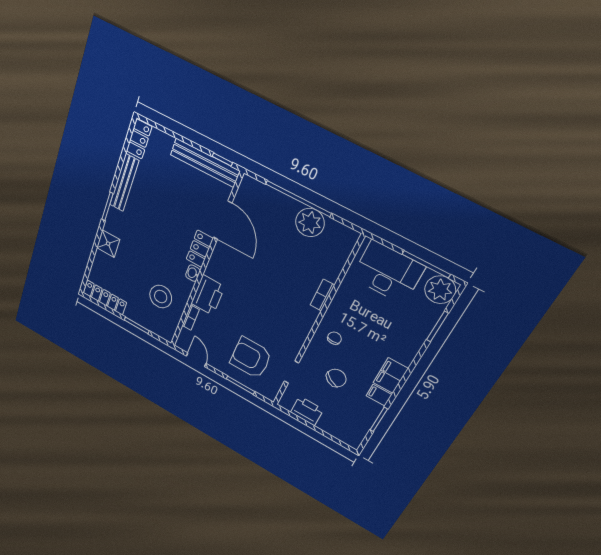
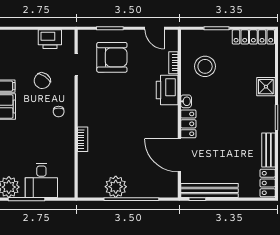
bench: (124, 183) -> (268, 150), width x0.73
desk: (388, 272) -> (41, 180), width x0.73

